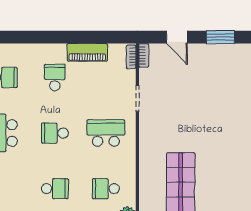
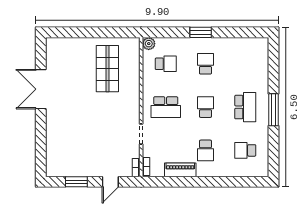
door: (177, 37) -> (110, 182), swing flipped
school desk: (55, 133) -> (205, 107), turned -90
school desk: (55, 189) -> (205, 64), turned 90

